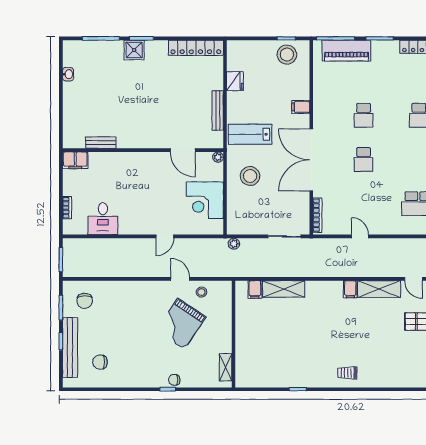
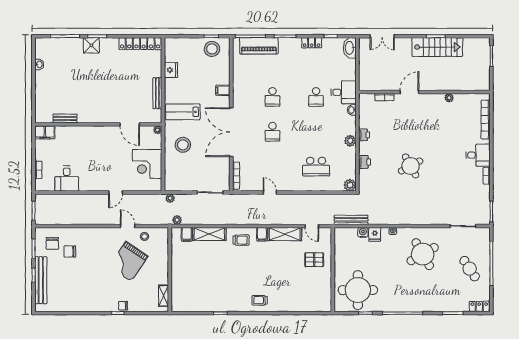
plant: (243, 271) -> (177, 220), added
trolley: (324, 297) -> (241, 240), added
chair: (100, 362) -> (70, 251), moved

